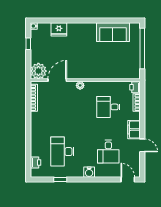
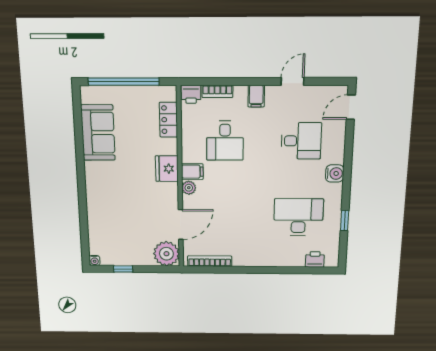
fridge: (59, 29) -> (167, 169), moved, turned 180
locker: (121, 74) -> (169, 120), added
door: (57, 80) -> (181, 224), swing flipped
filing cabinet: (90, 88) -> (192, 172), added
filing cabinet: (134, 130) -> (256, 96), width x0.50
desk: (62, 152) -> (298, 217), turned 180

